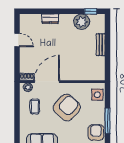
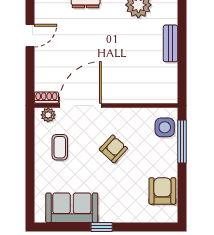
door: (17, 40) -> (30, 36), hinge flipped
armchair: (67, 107) -> (113, 149), width x0.53, depth x0.53
window: (108, 121) -> (182, 142), moved

